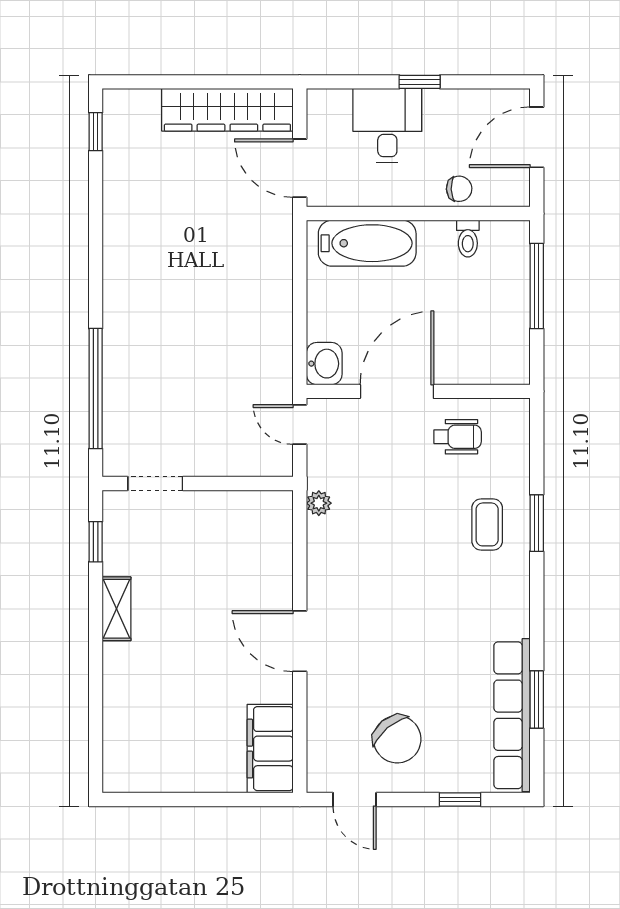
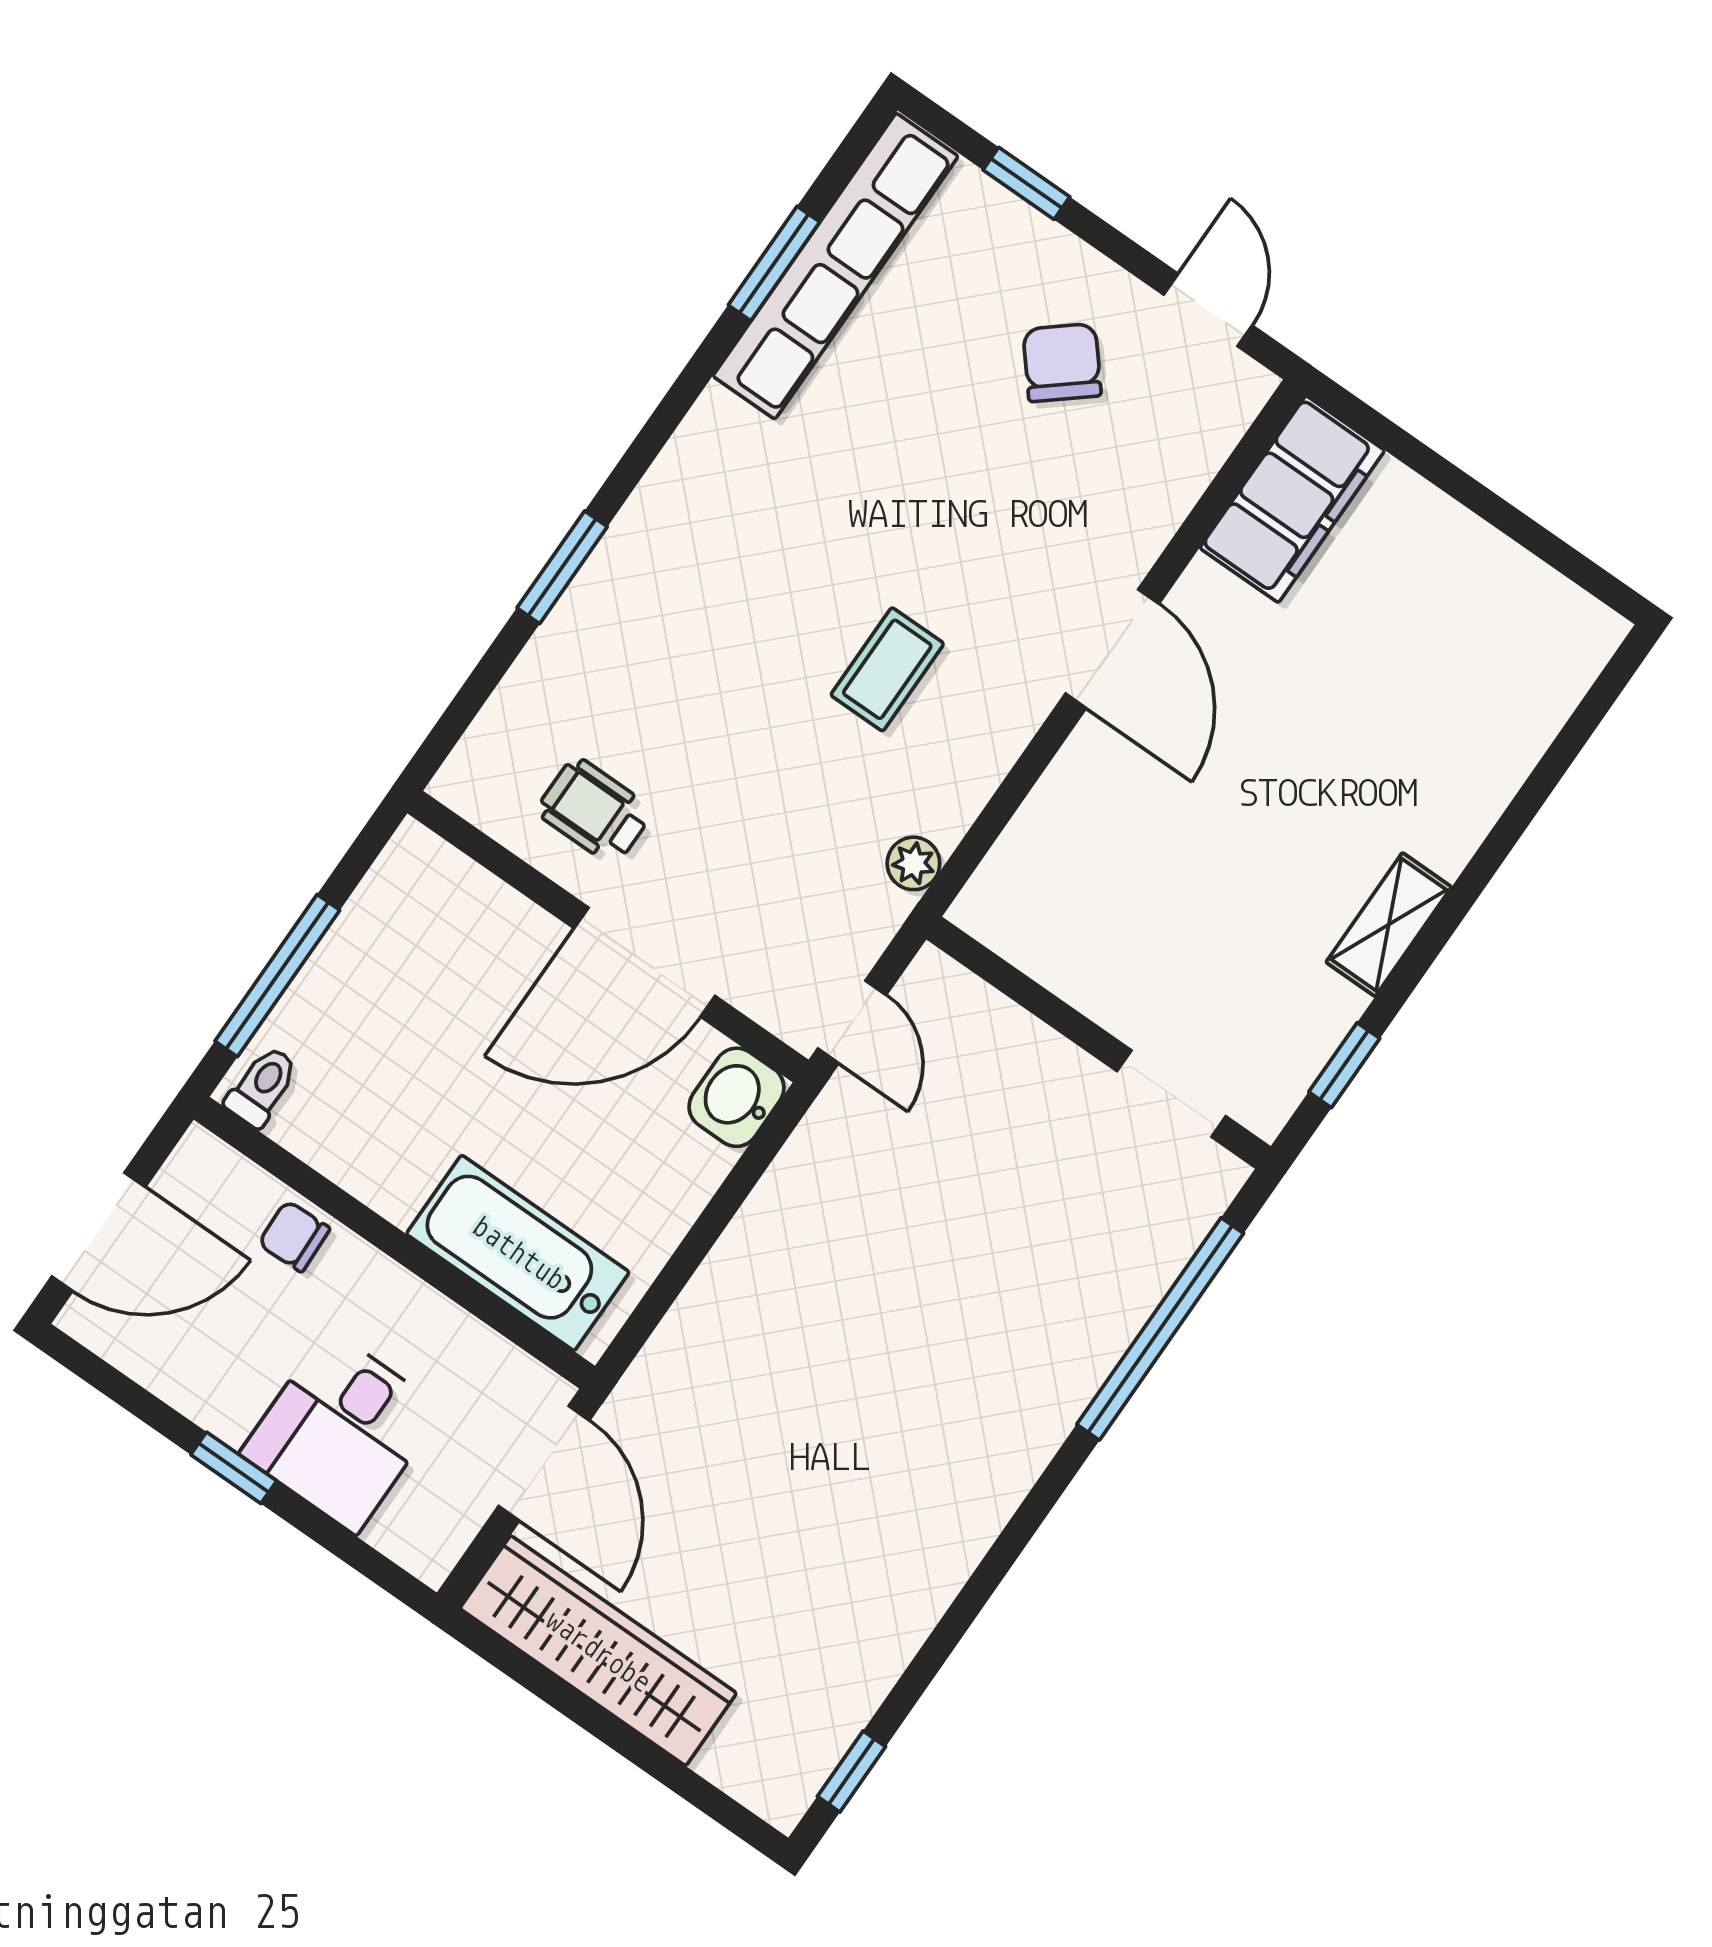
toilet: (468, 239) -> (262, 1087), moved
coffee table: (487, 524) -> (887, 669), moved
chair: (397, 739) -> (1062, 363), width x0.73, depth x0.73

